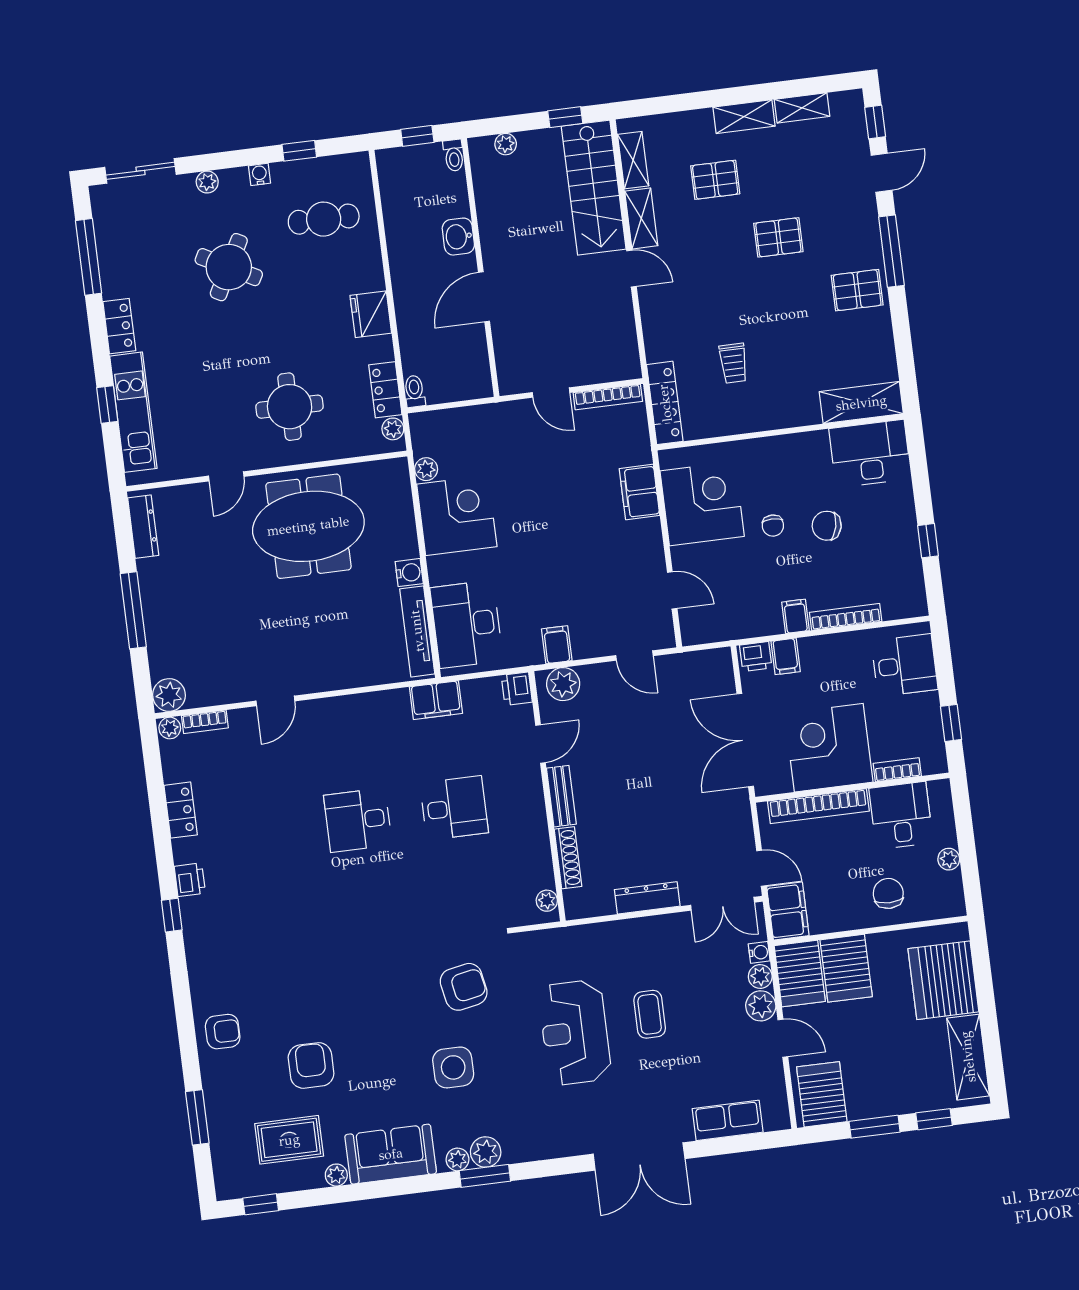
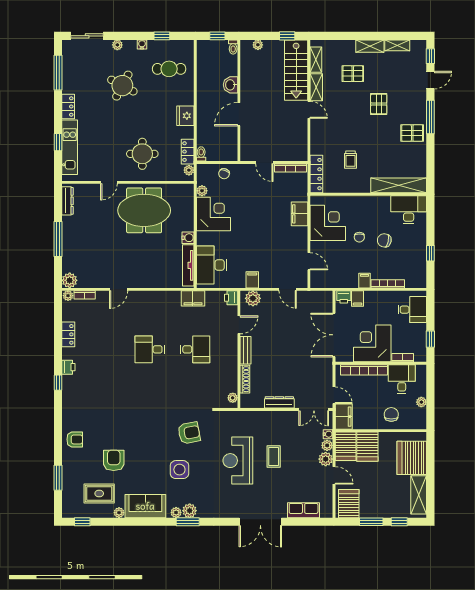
pallet: (778, 237) -> (379, 104), turned 90
shelving: (861, 403) -> (399, 185), width x1.47
chair: (469, 427) -> (224, 174), added

